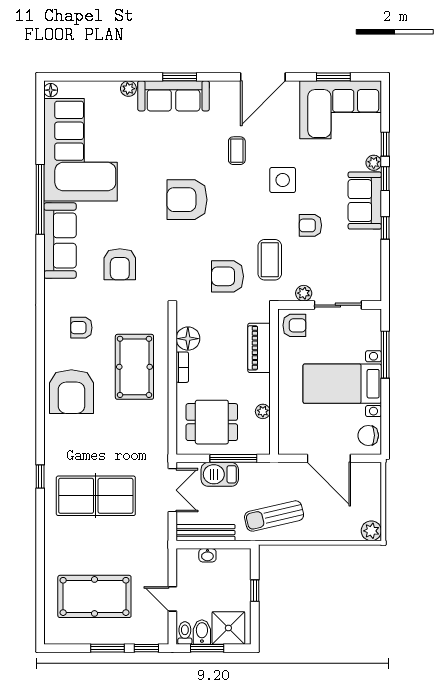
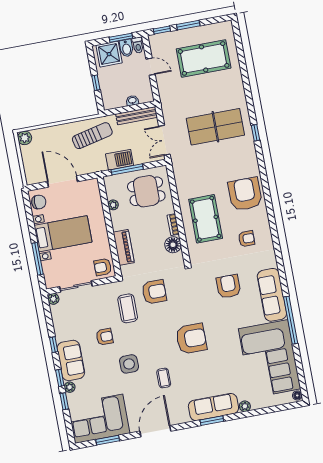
plant: (304, 293) -> (53, 299), moved
barbecue: (220, 474) -> (120, 160), moved

